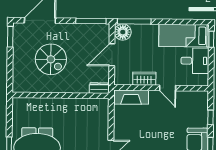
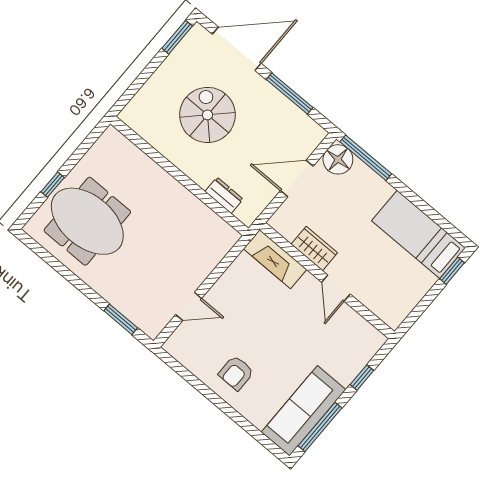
window: (91, 21) -> (290, 93), moved
spiral stairs: (51, 59) -> (207, 115), turned 180
desk: (195, 61) -> (405, 282), removed
dresser: (99, 88) -> (224, 195), moved

